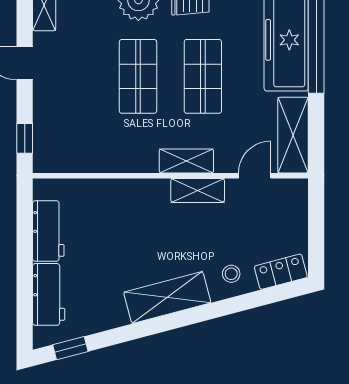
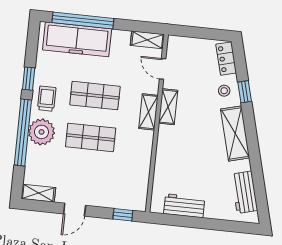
shelving: (293, 135) -> (147, 40), width x0.67, depth x0.75
workbench: (49, 294) -> (244, 192), moved, turned -105
window: (70, 348) -> (245, 92), moved

